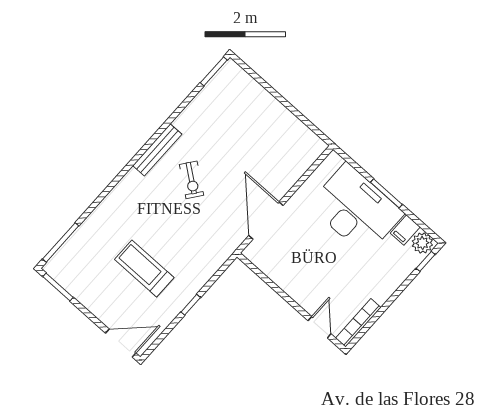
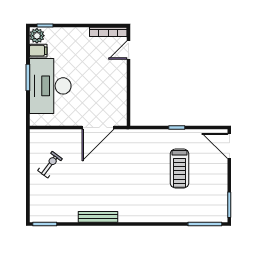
bench: (157, 150) -> (98, 217), moved
exercise bike: (192, 180) -> (50, 165), moved

